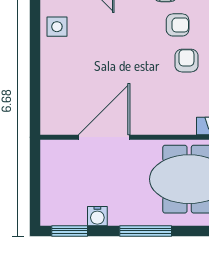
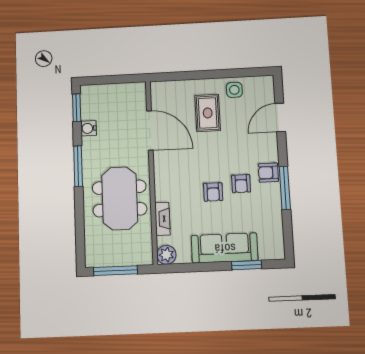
armchair: (186, 61) -> (213, 192), turned 90
rug: (85, 62) -> (208, 113), added

